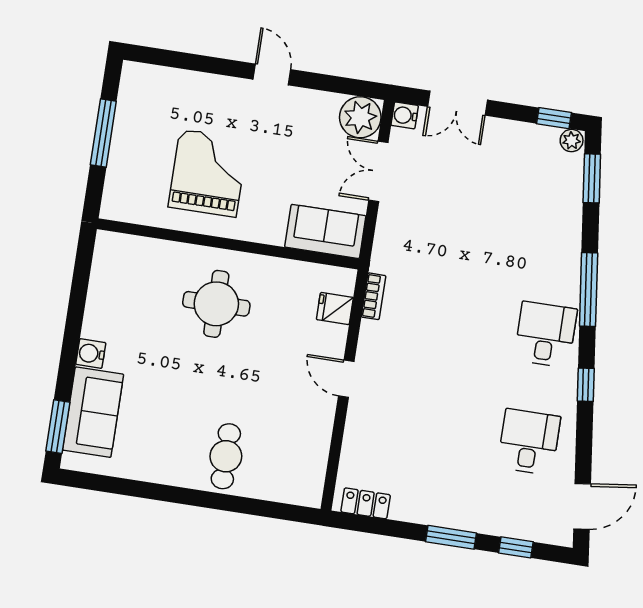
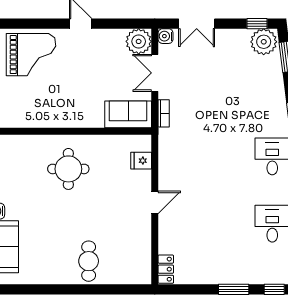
plant: (572, 141) -> (264, 42), width x1.88, depth x1.88
grand piano: (208, 173) -> (31, 55), moved, turned 90
bookcase: (374, 296) -> (164, 113), moved
door: (346, 379) -> (155, 202), swing flipped
locker: (366, 503) -> (166, 269), moved, turned 90

